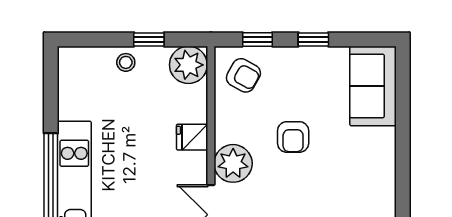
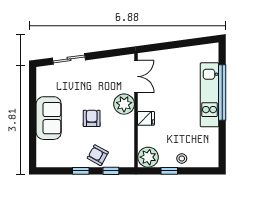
armchair: (243, 75) -> (98, 155), moved
sofa: (373, 86) -> (49, 118), moved

